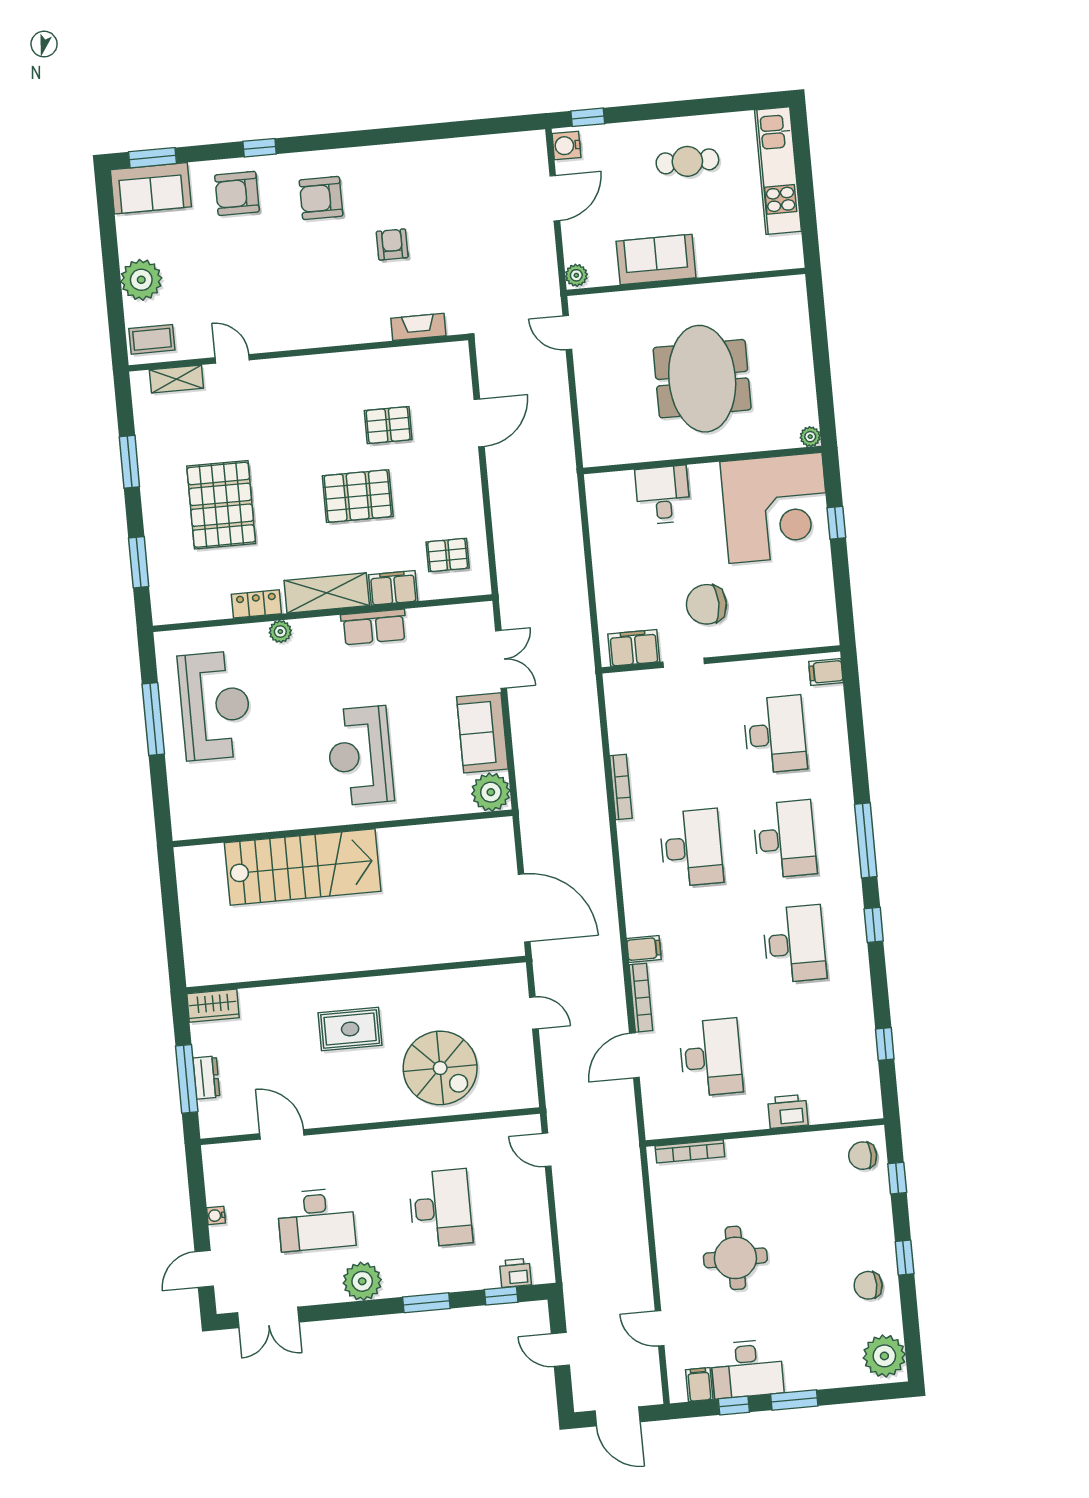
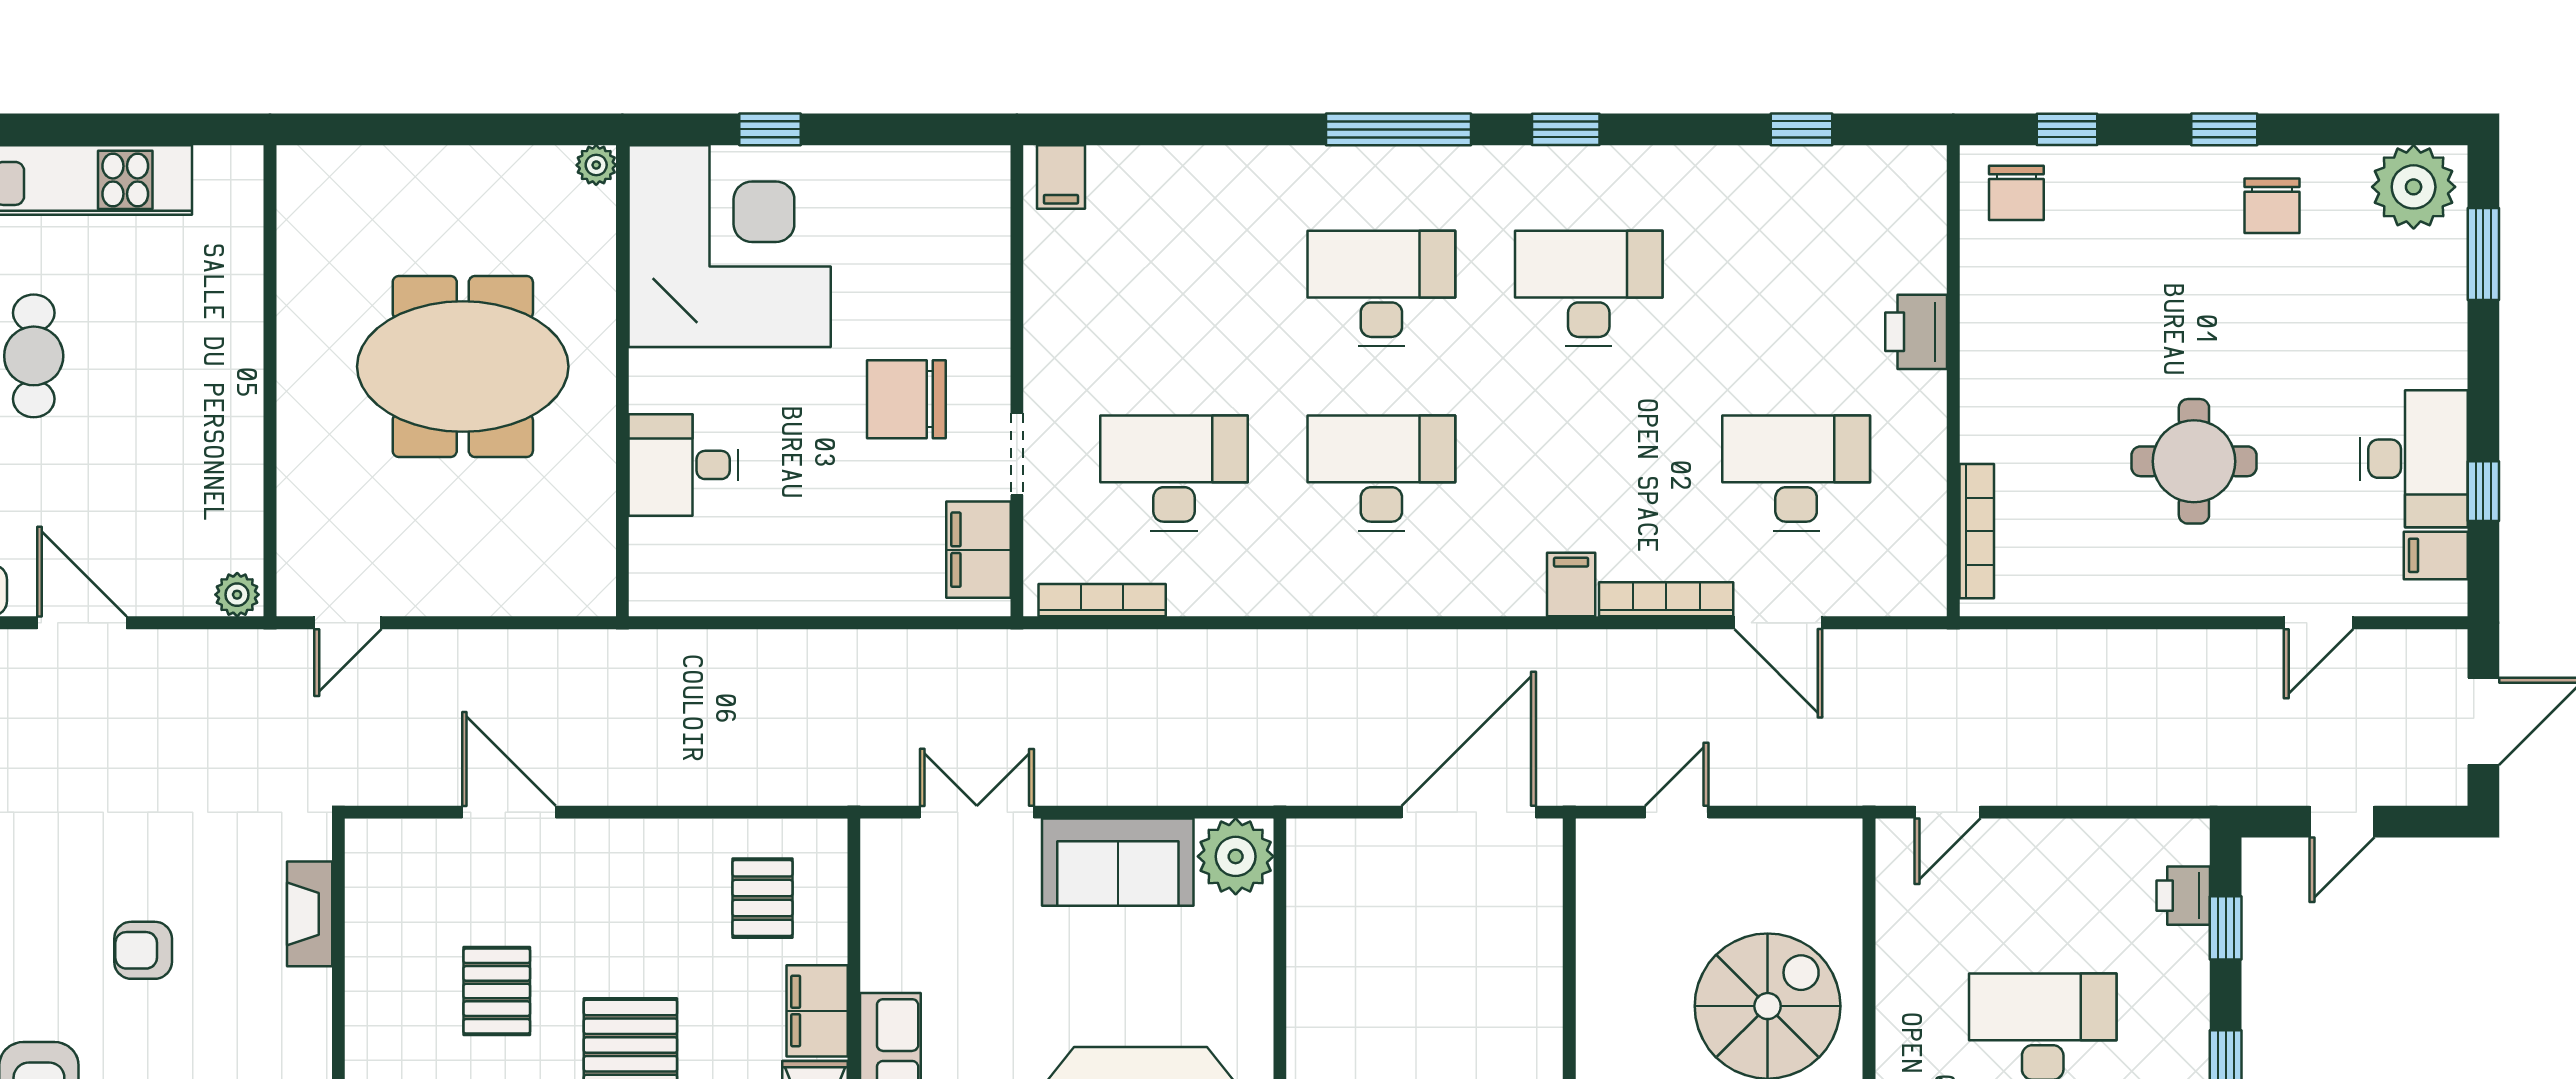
sofa: (656, 259) -> (220, 435), removed
chair: (706, 604) -> (906, 399), turned 90
desk: (775, 734) -> (1174, 473), moved
bookcase: (621, 787) -> (1102, 600), moved
window: (794, 1400) -> (2483, 254), moved

